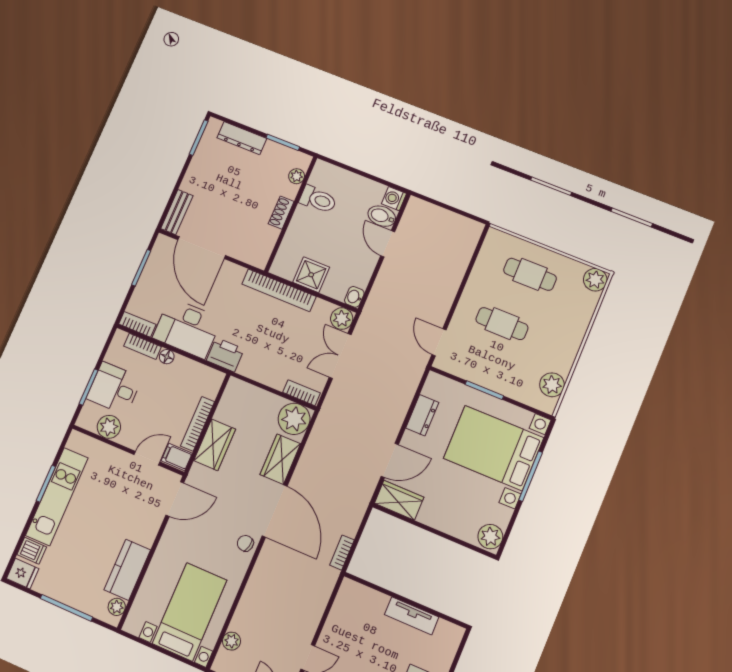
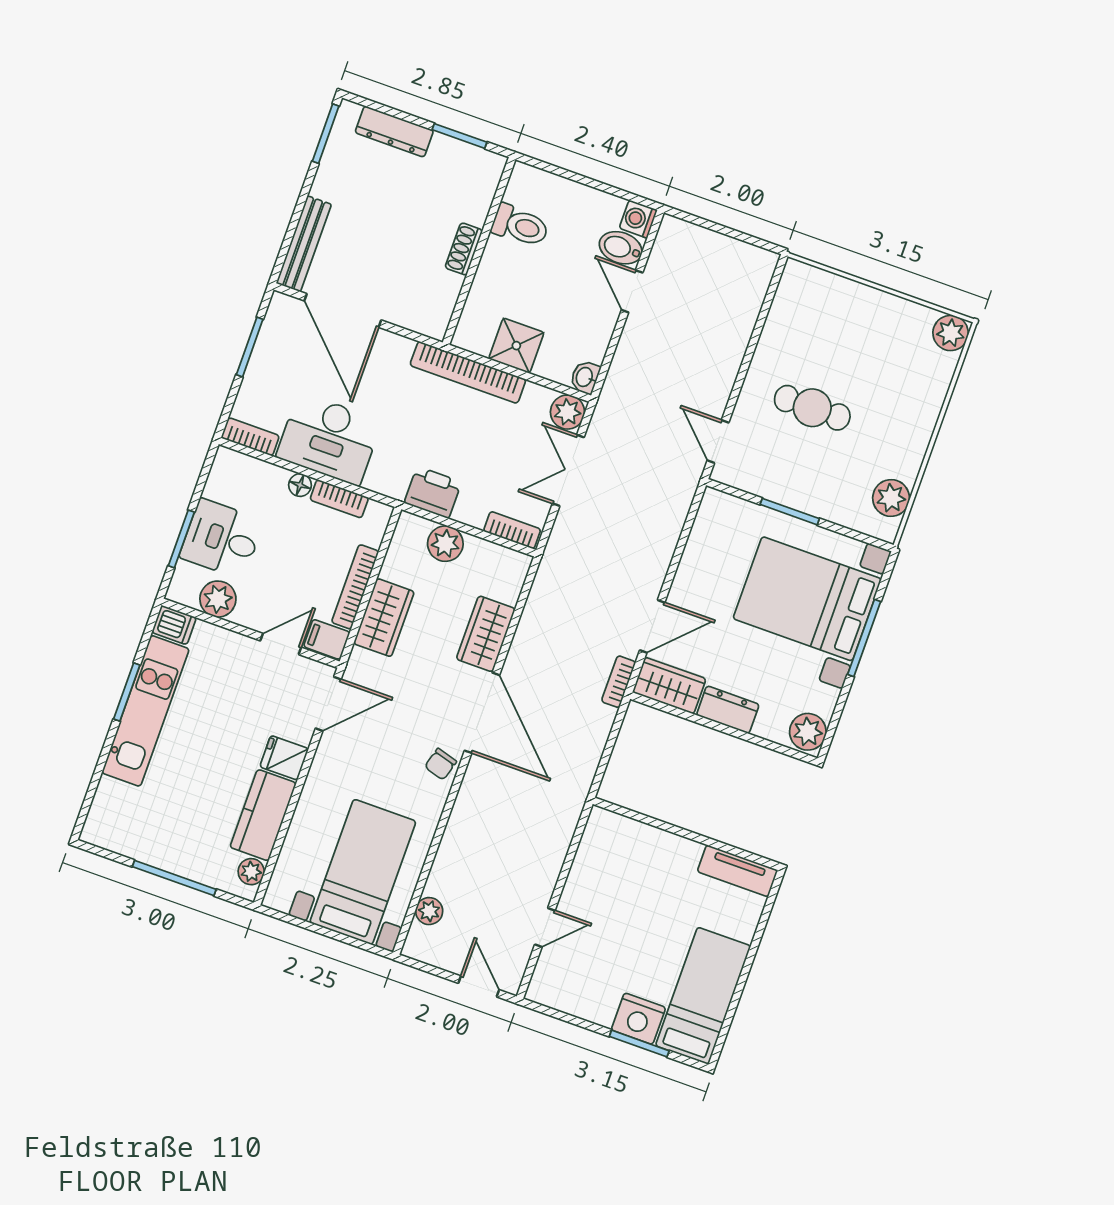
plant: (297, 176) -> (484, 190), removed
bench: (177, 212) -> (304, 244), width x1.36
cafe table: (530, 274) -> (852, 329), removed
bookcase: (143, 346) -> (339, 499), moved
printer: (225, 355) -> (433, 492), moved
dresser: (422, 415) -> (728, 710), moved, turned -90
plant: (294, 419) -> (445, 544), moved, width x0.73, depth x0.73
chair: (245, 543) -> (441, 764), turned -86
dishwasher: (32, 551) -> (174, 625), moved
bookcase: (342, 553) -> (619, 682), moved
fridge: (23, 574) -> (284, 758), moved, turned 180
tv unit: (412, 616) -> (738, 871), moved

